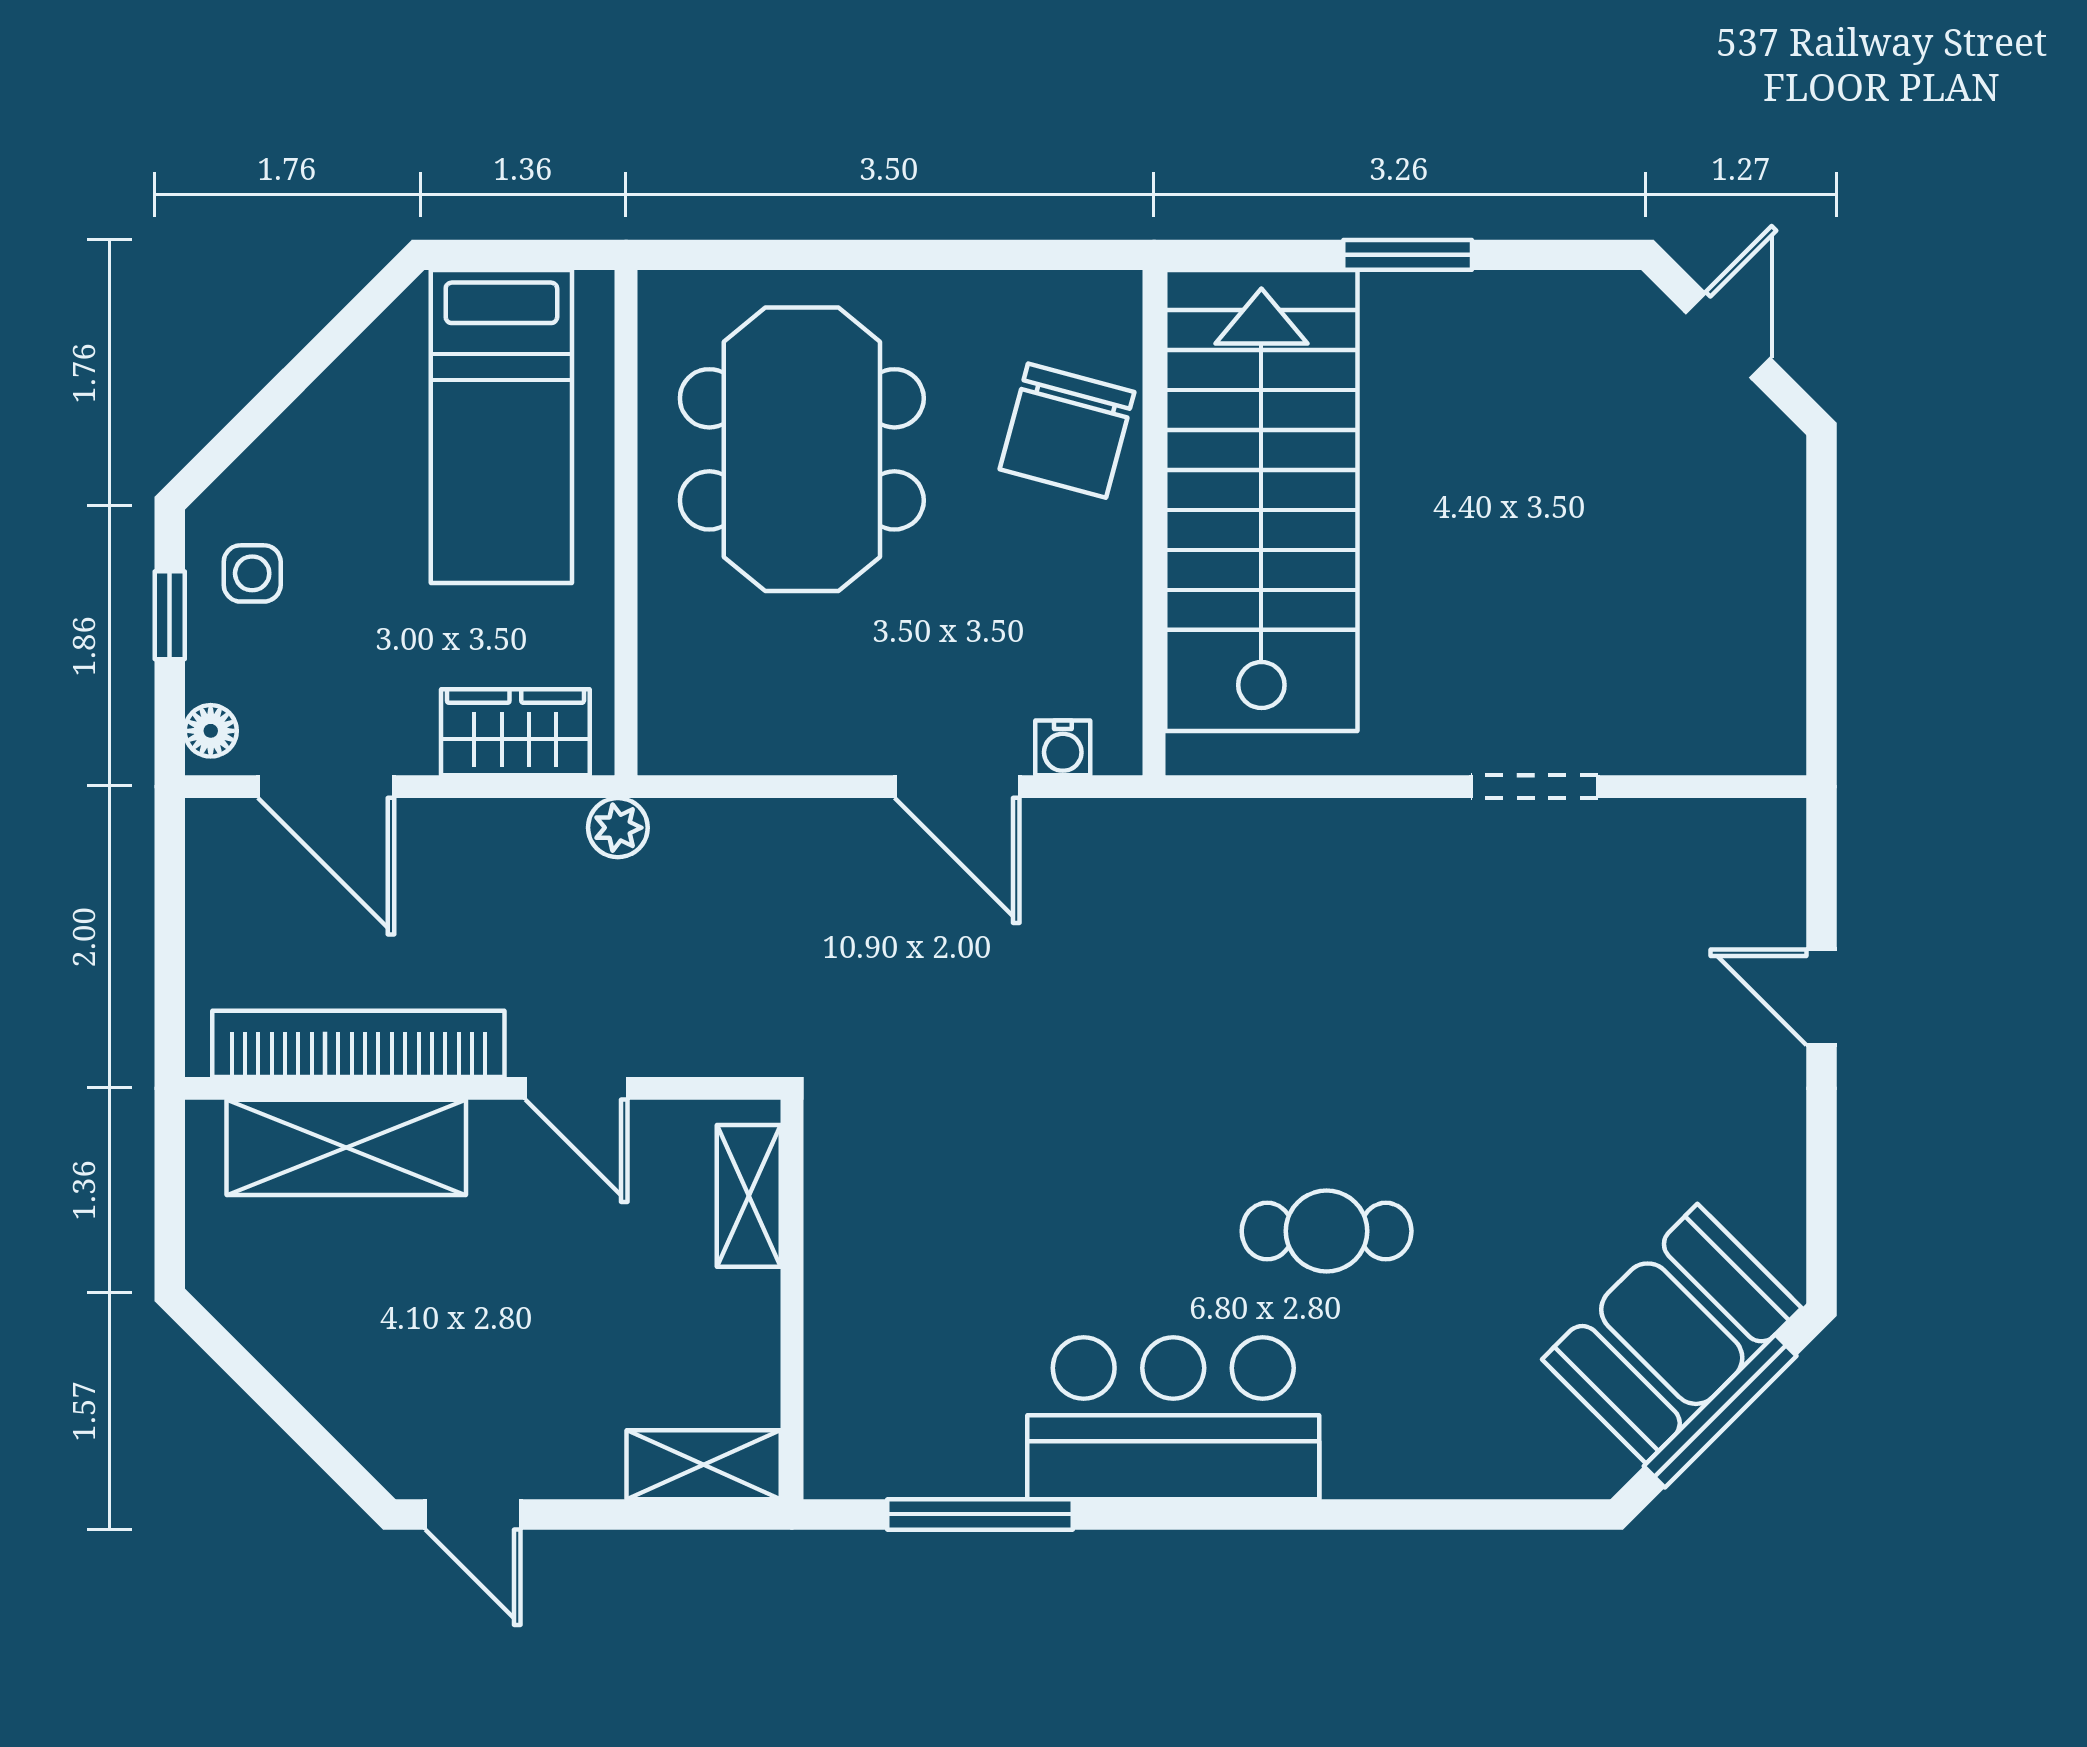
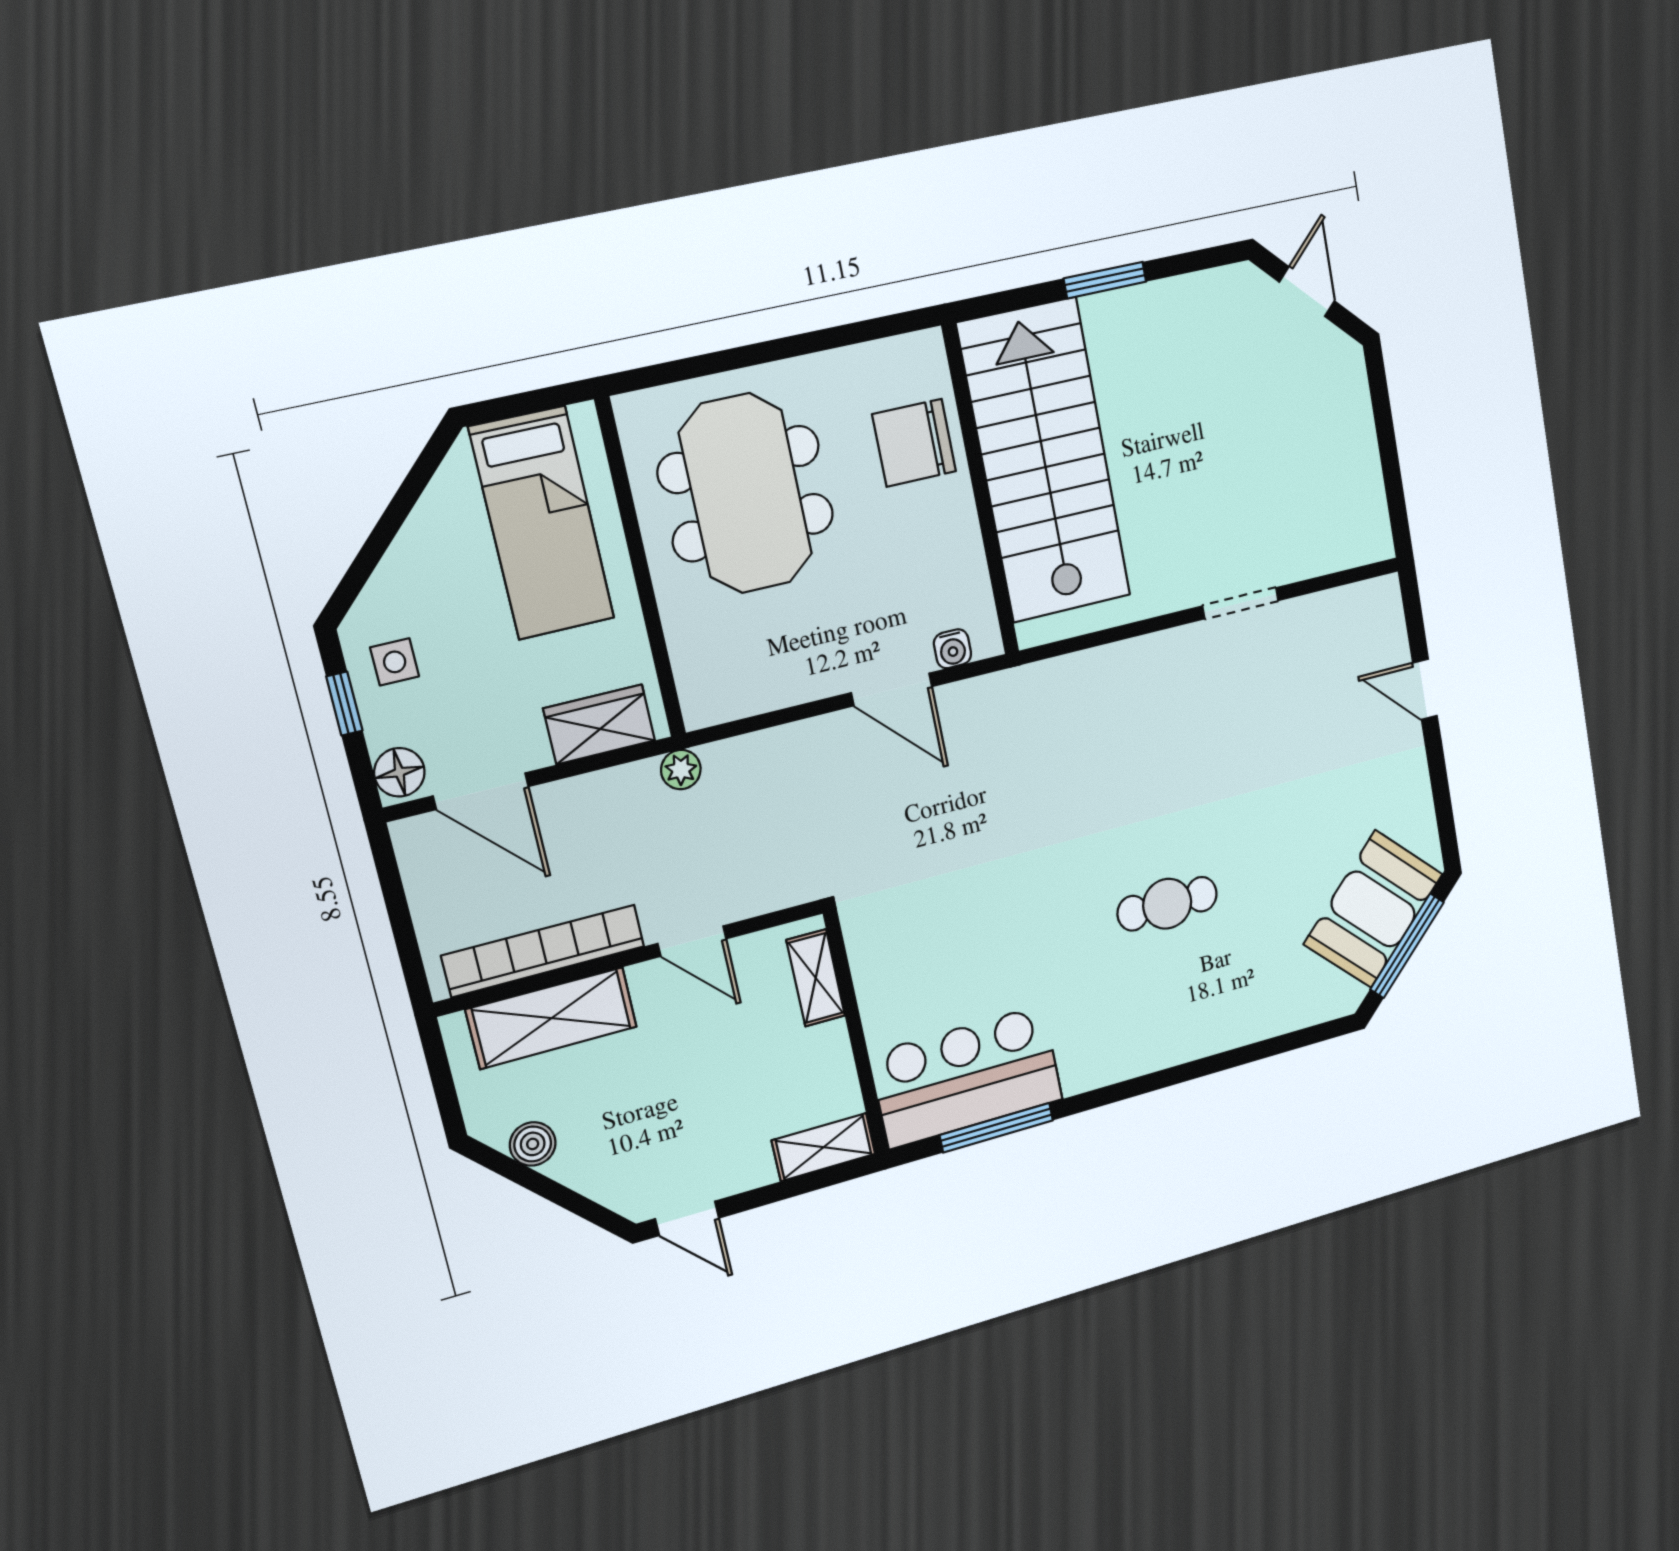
chair: (1067, 431) -> (914, 443), turned 75
floor lamp: (211, 731) -> (399, 772), width x1.37, depth x1.37
boiler: (274, 1330) -> (533, 1144), added
bar counter: (1173, 1418) -> (967, 1077), moved

